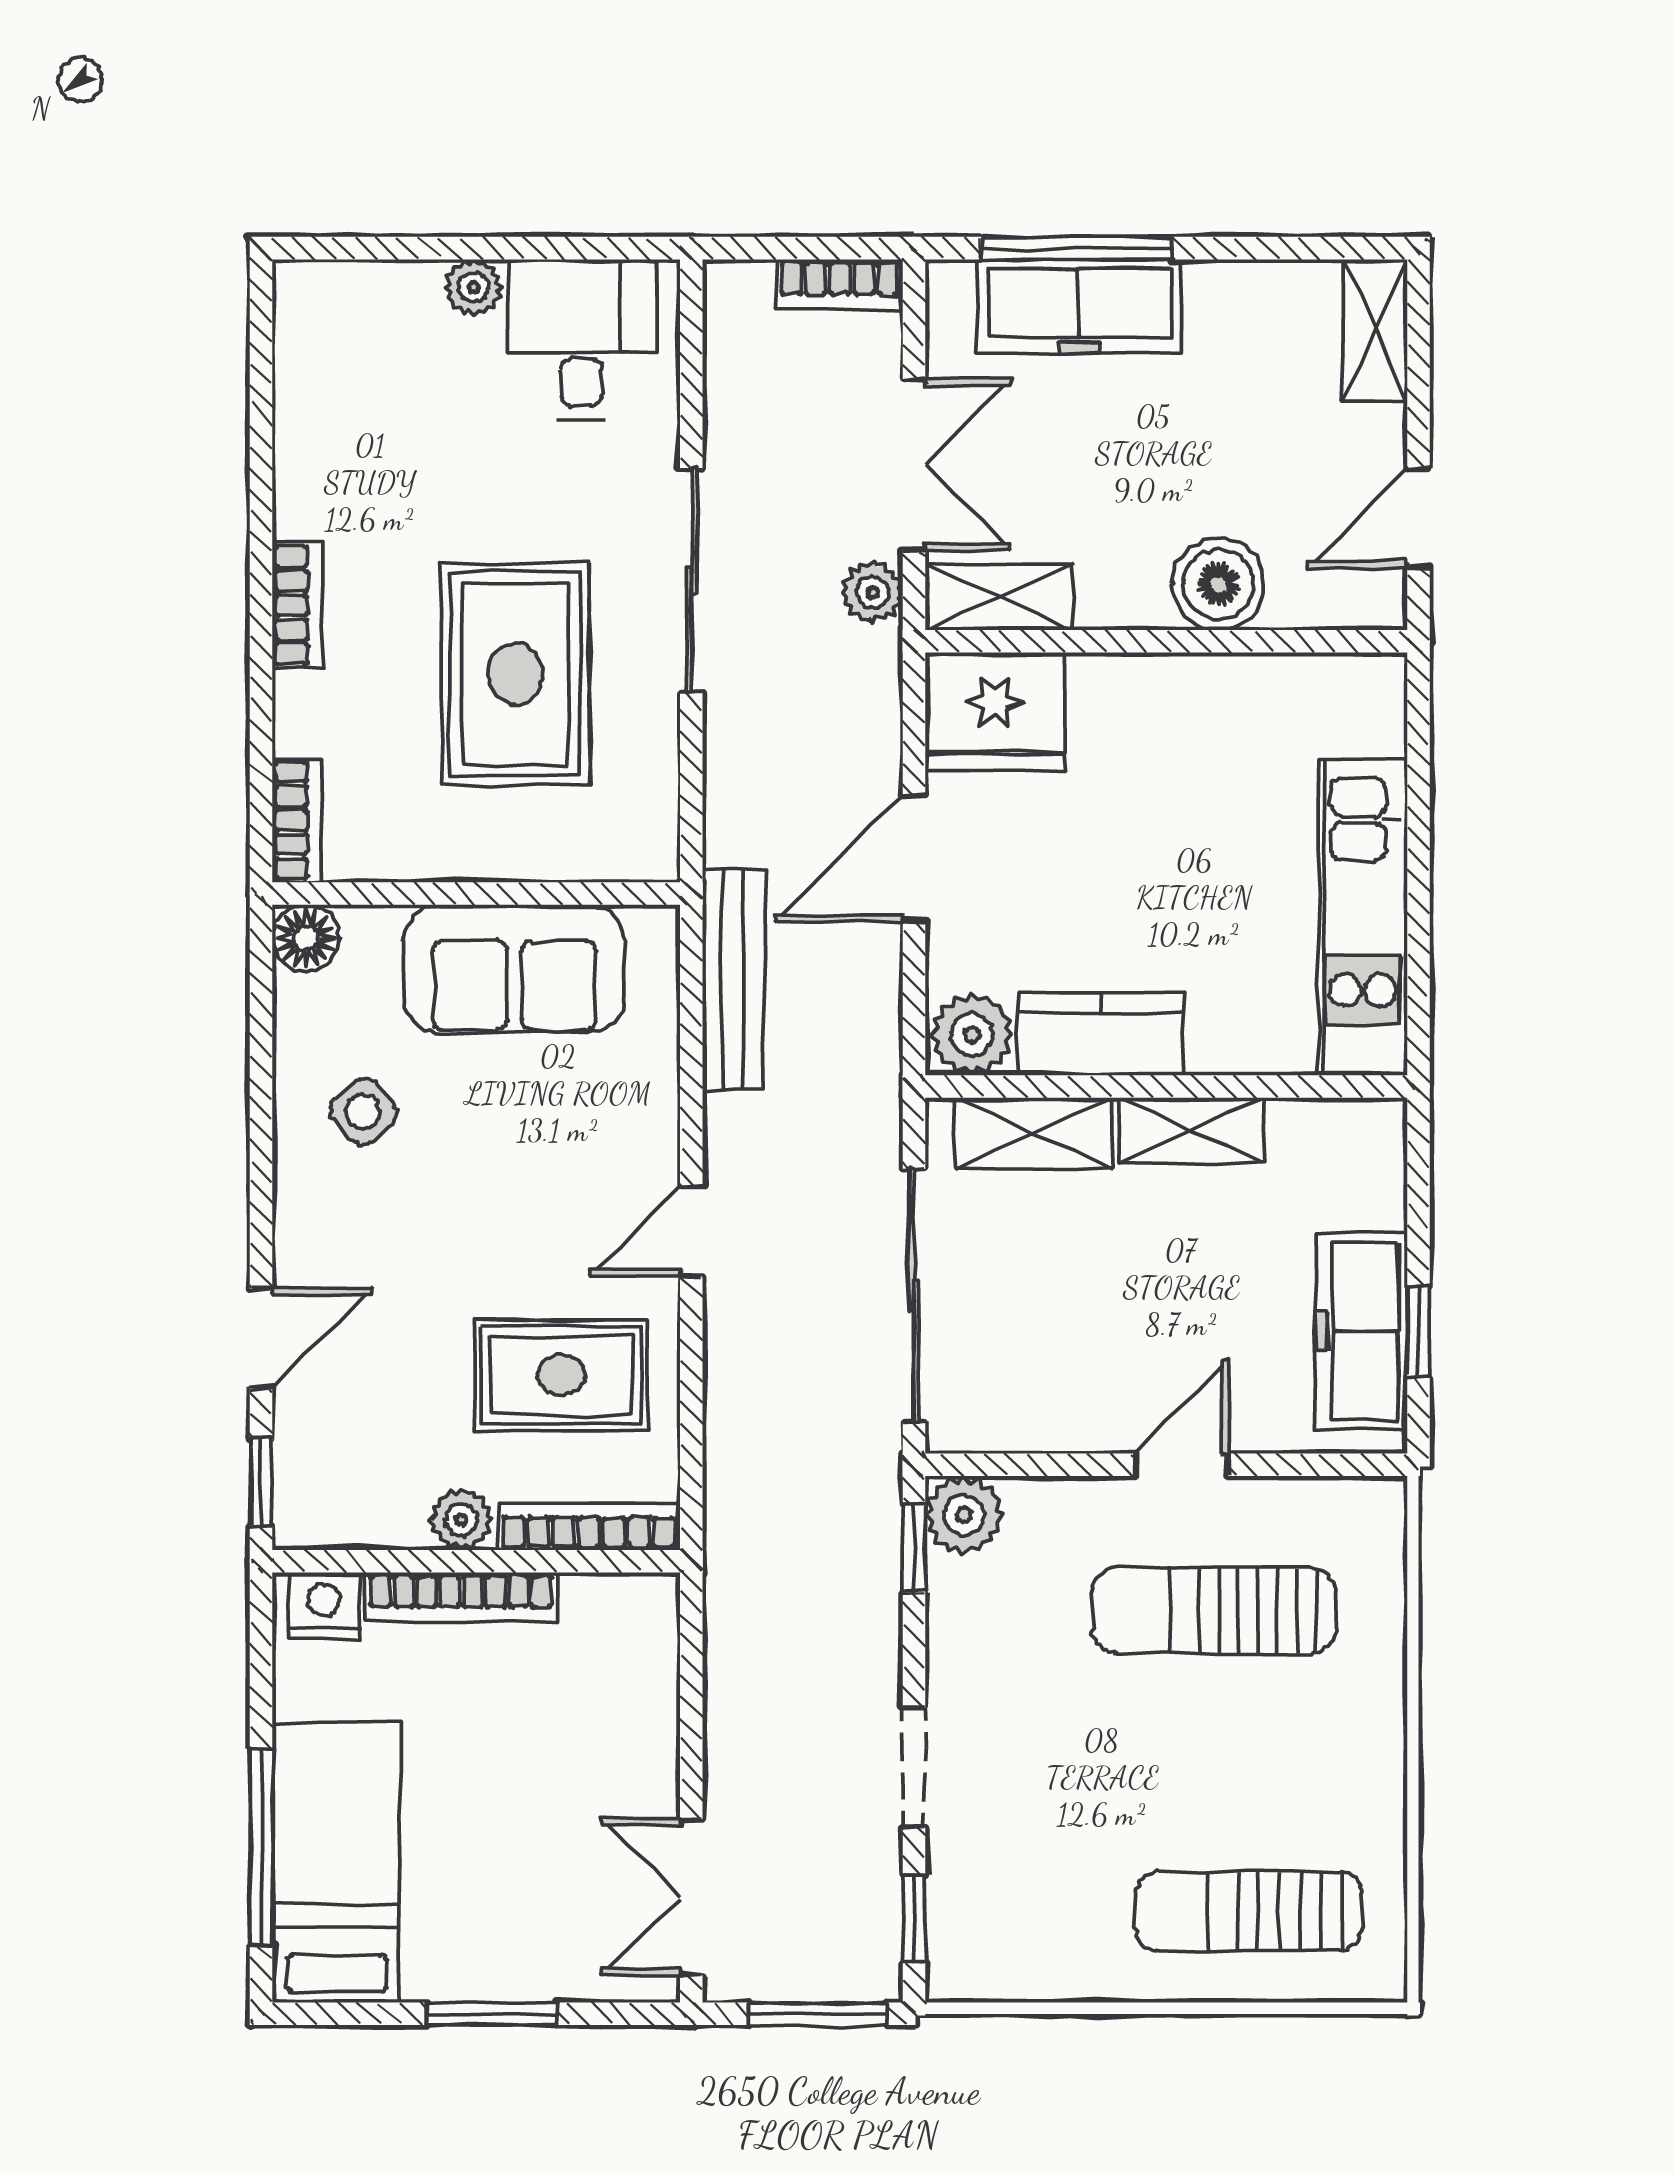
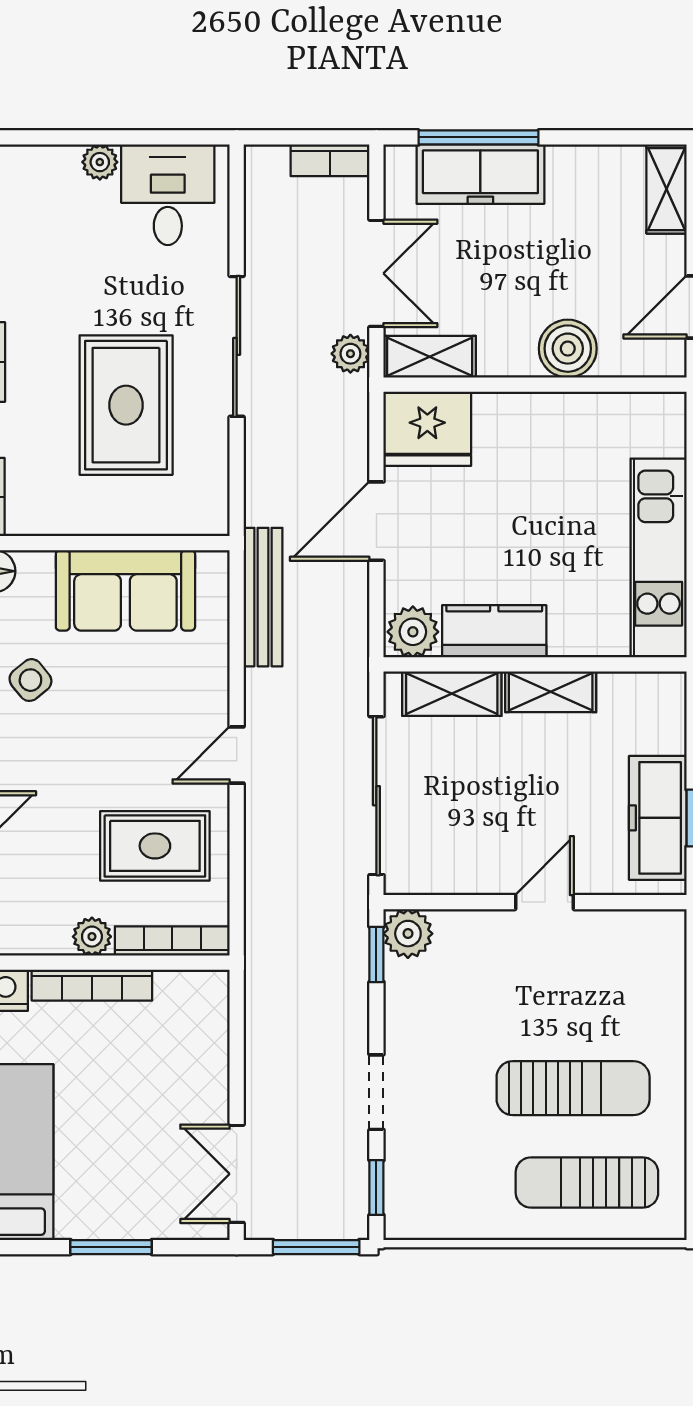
sun lounger: (1214, 1611) -> (573, 1088), moved, turned 180

